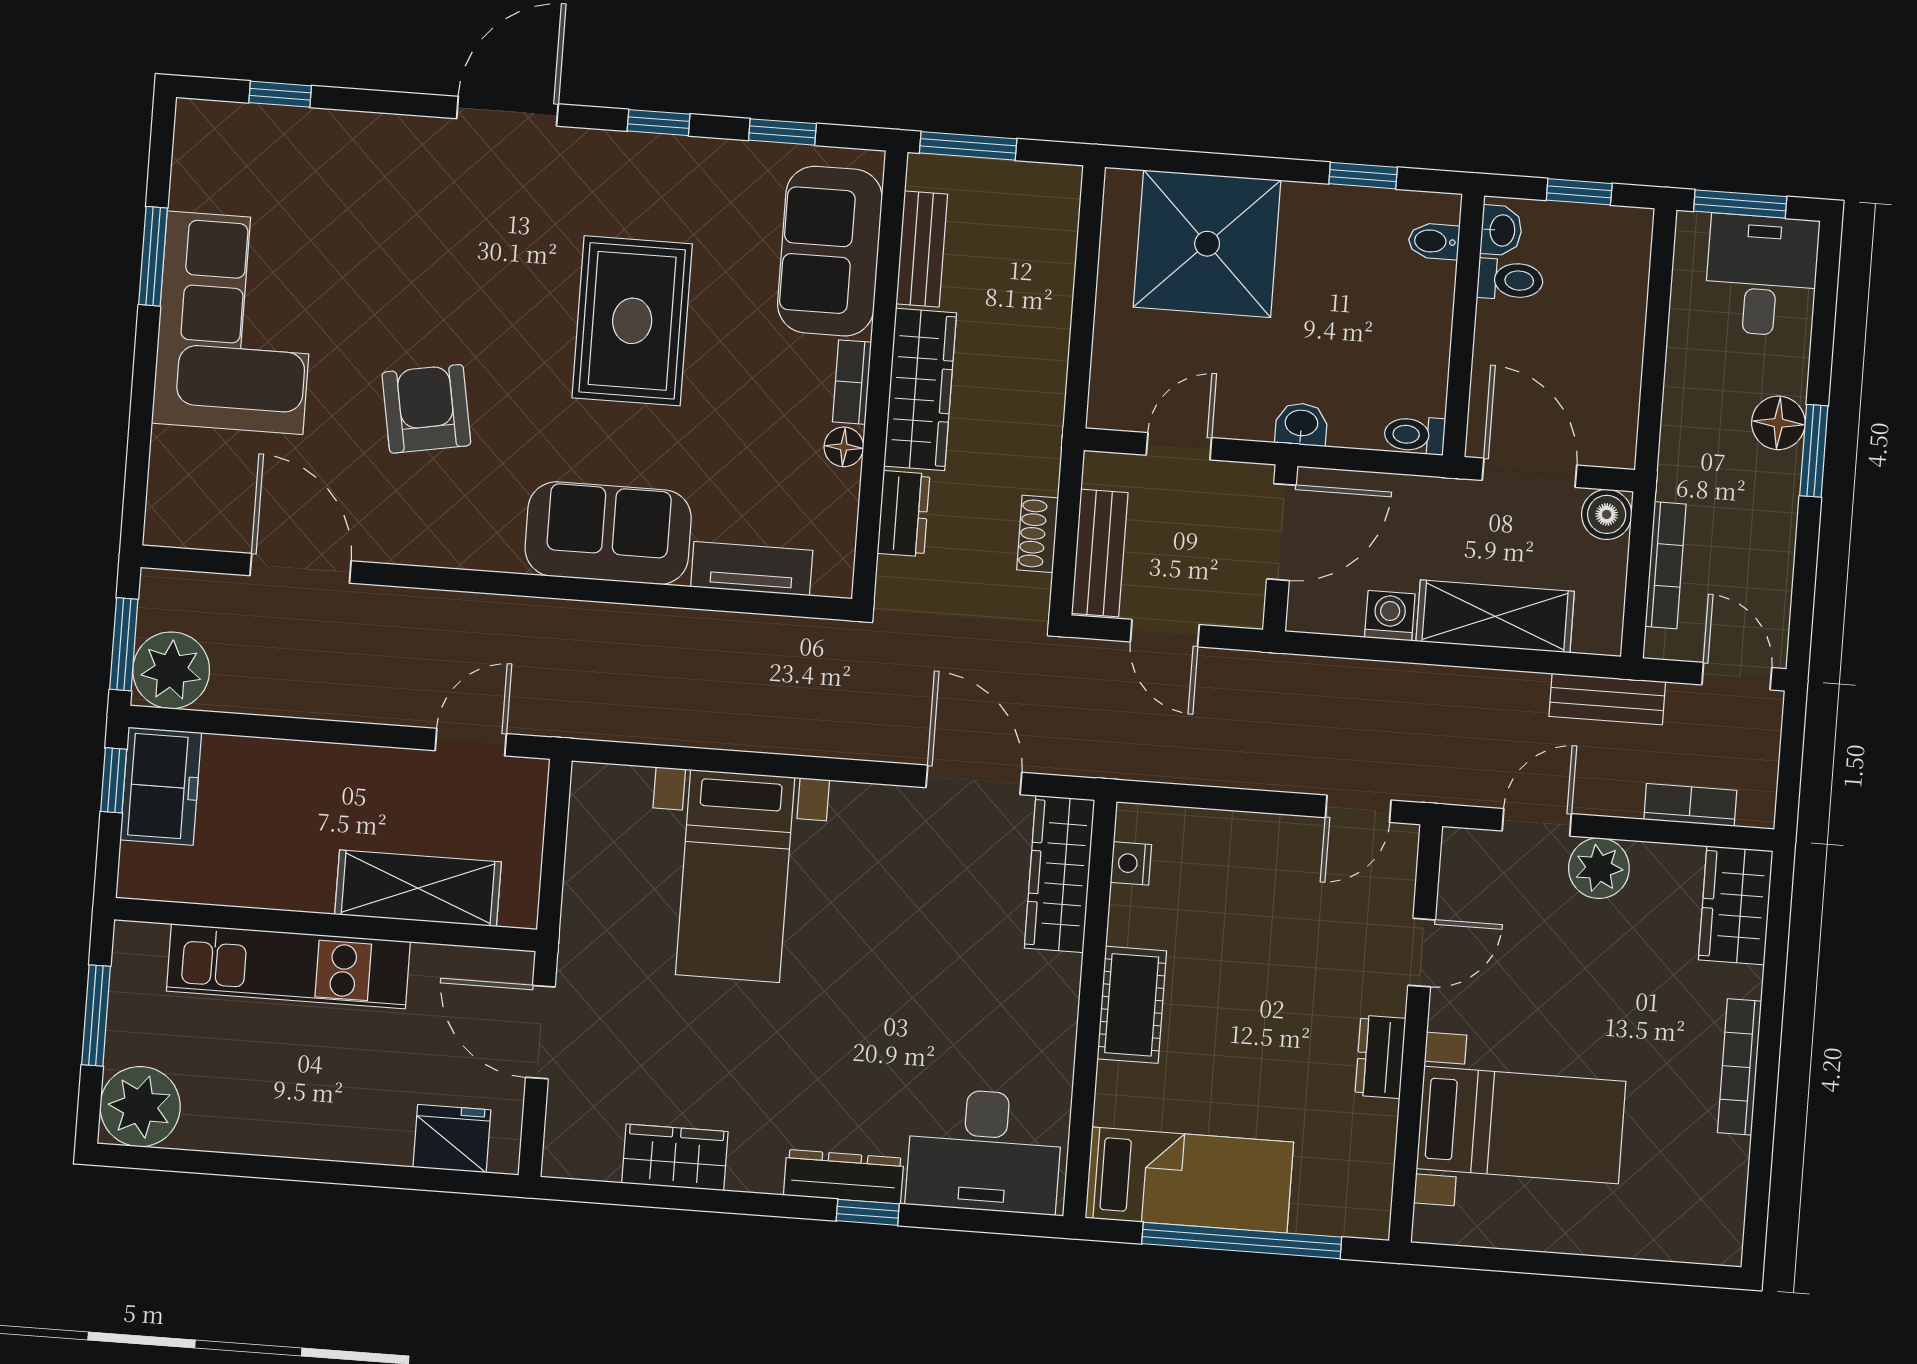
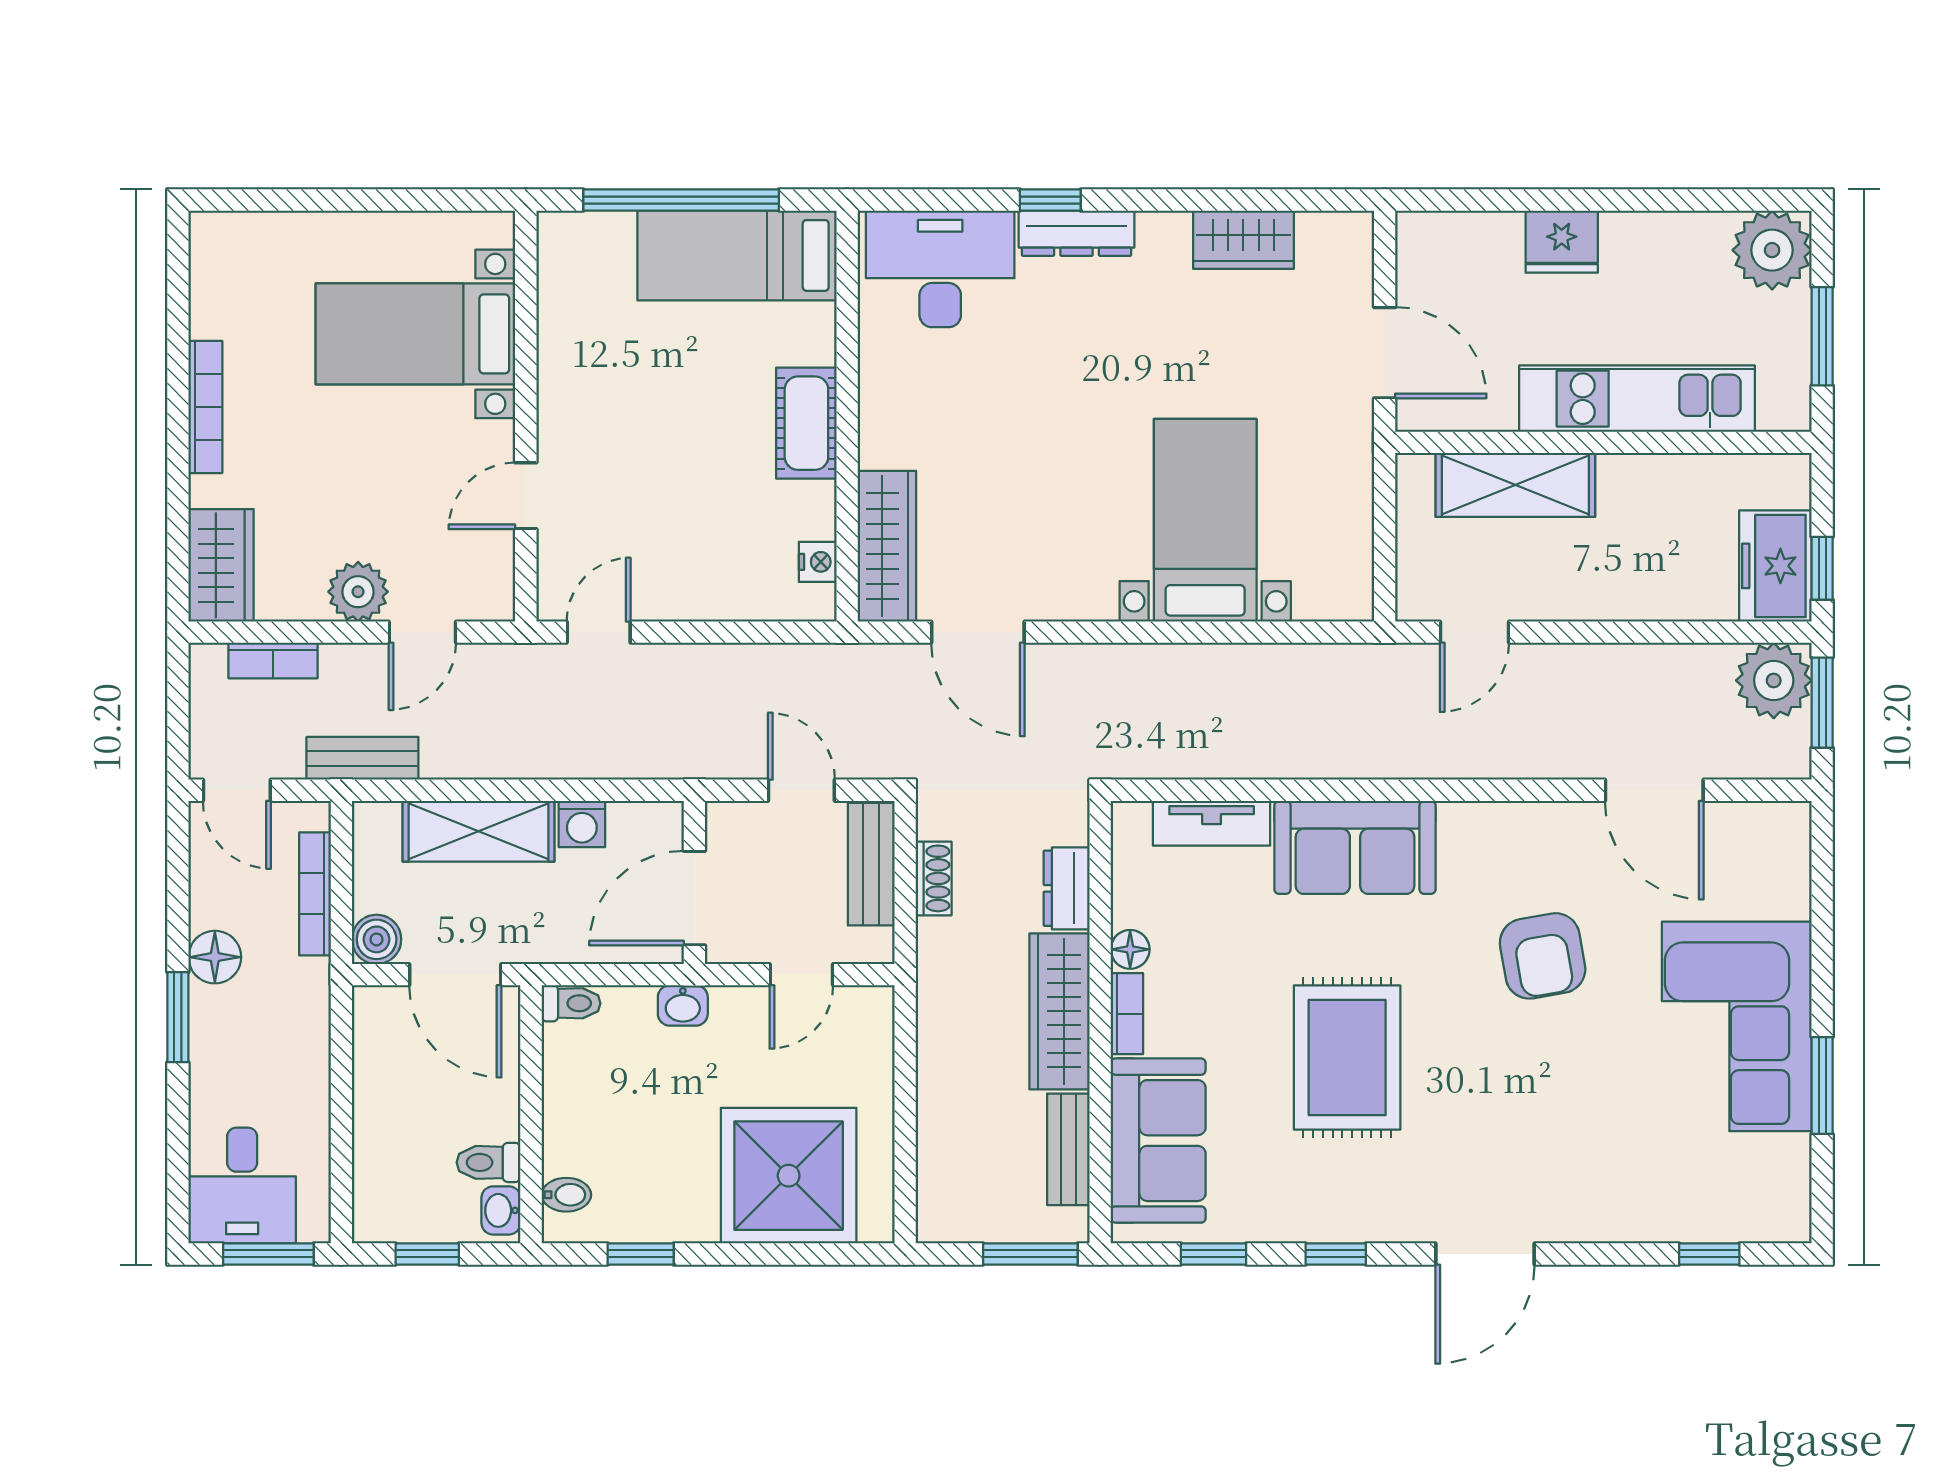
floor lamp: (1778, 423) -> (215, 957), moved
dresser: (1380, 1057) -> (559, 390), removed
fridge: (452, 1139) -> (1562, 242), moved

